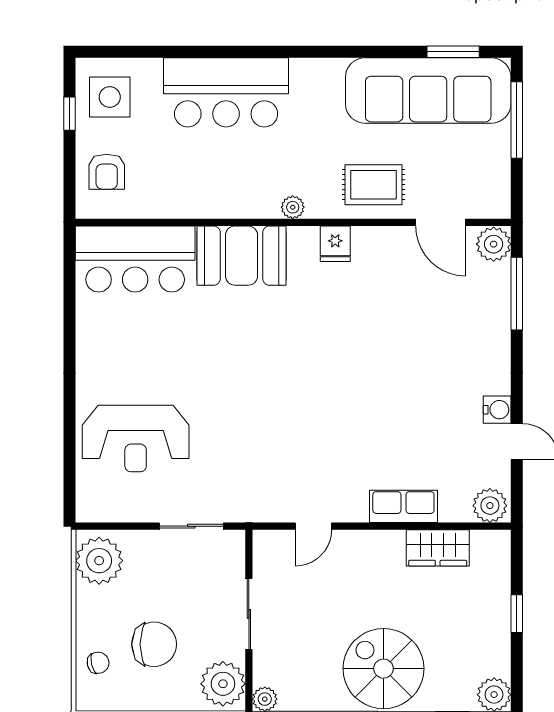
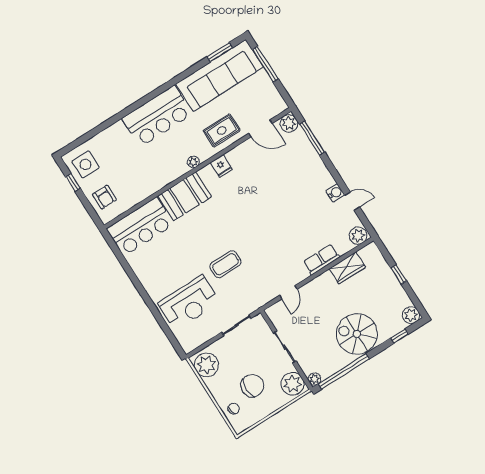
bar counter: (226, 92) -> (157, 116), moved
coffee table: (238, 412) -> (225, 264), added

